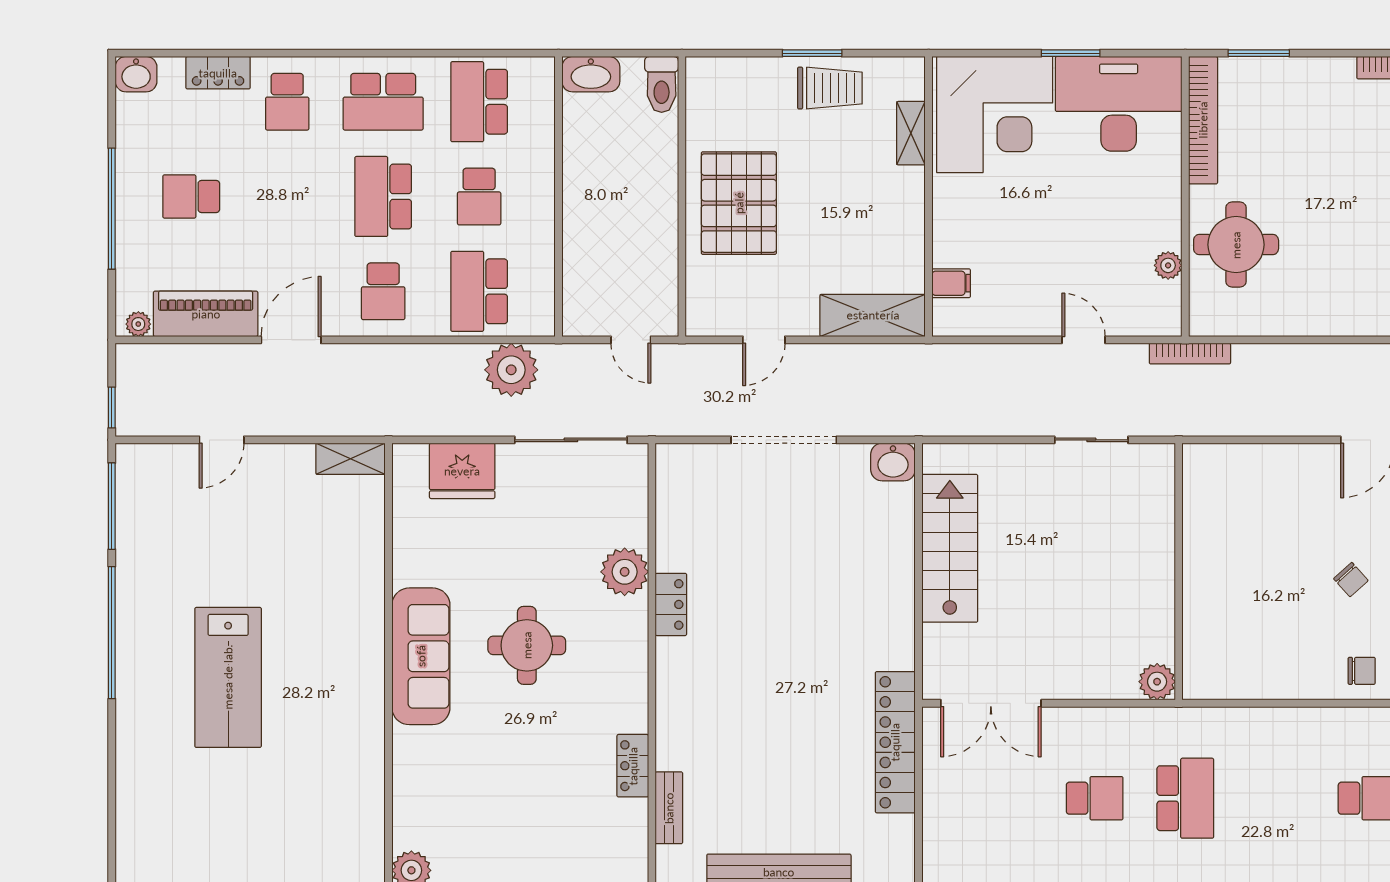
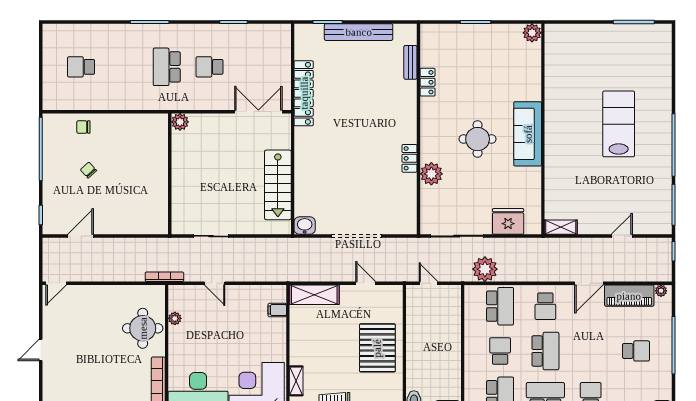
school desk: (383, 291) -> (545, 306), turned 180
door: (764, 340) -> (366, 283), hinge flipped

